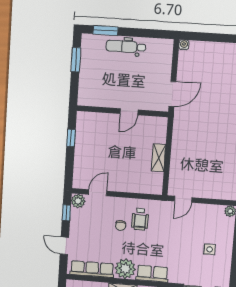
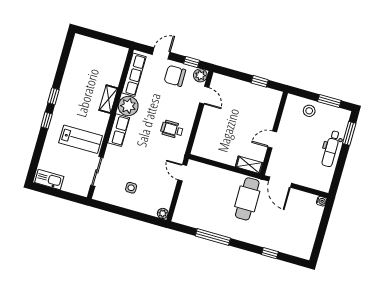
dental chair: (126, 47) -> (331, 149), turned 180
stool: (91, 79) -> (309, 111), added
door: (129, 112) -> (272, 139), hinge flipped
cafe table: (197, 125) -> (247, 199), added
shelving: (159, 158) -> (249, 165), moved
chair: (121, 226) -> (175, 76), moved, width x1.87, depth x1.87

